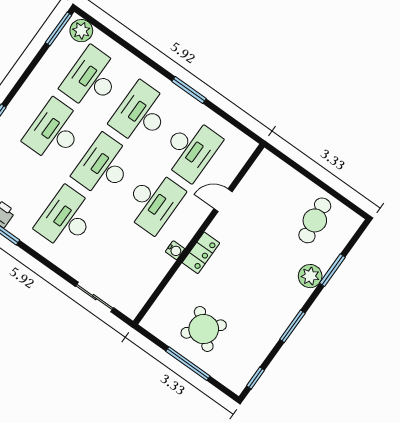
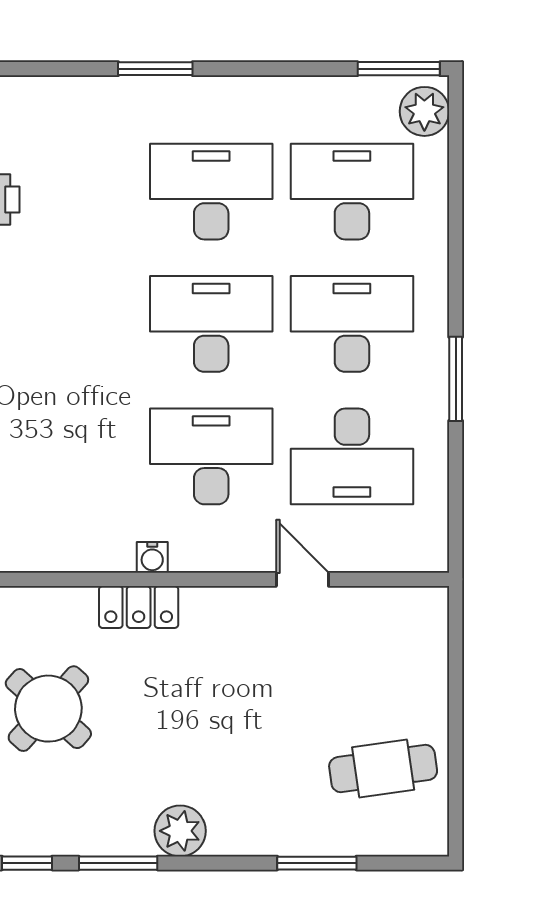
desk: (153, 202) -> (211, 456), turned 180
desk: (66, 219) -> (70, 324), removed
locker: (201, 253) -> (139, 607), moved
plant: (310, 276) -> (180, 831), moved
window: (292, 326) -> (118, 863), moved

